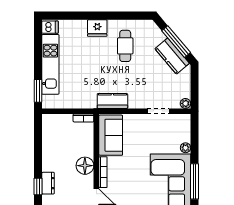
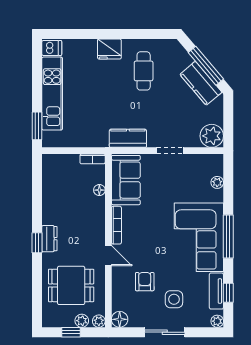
plant: (185, 103) -> (212, 136), width x1.88, depth x1.88
doorway: (158, 111) -> (170, 151), moved
plant: (185, 148) -> (217, 182), moved
floor lamp: (85, 166) -> (99, 190), moved, width x0.53, depth x0.53

